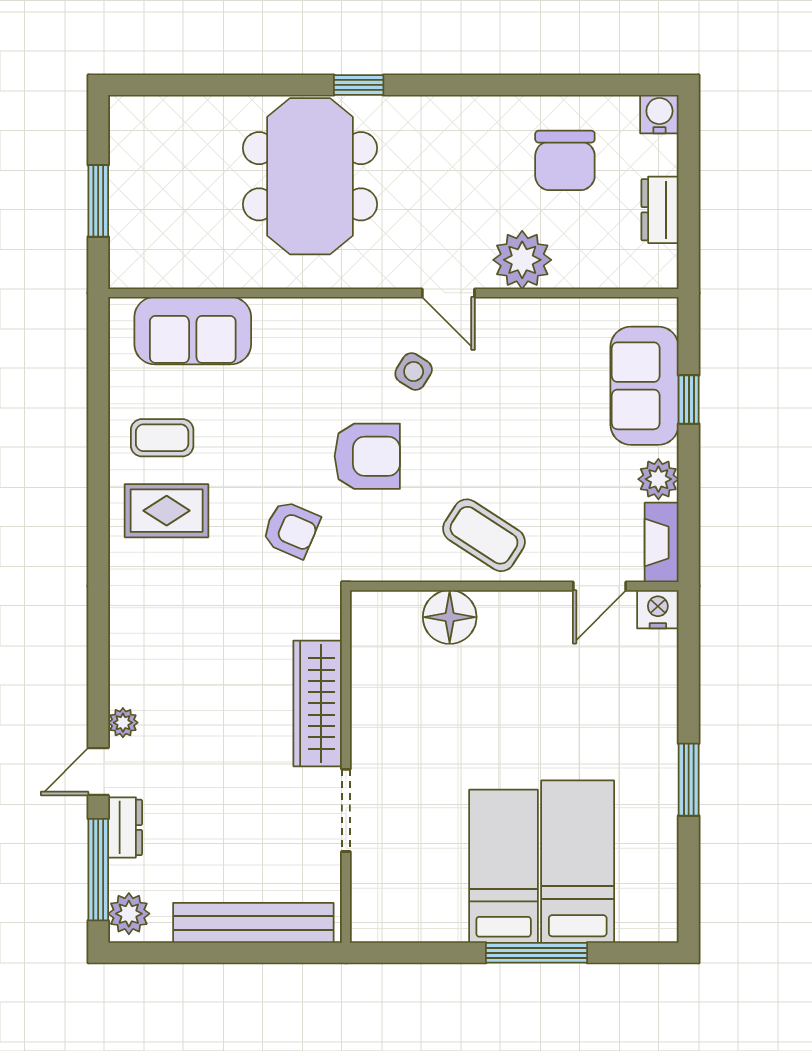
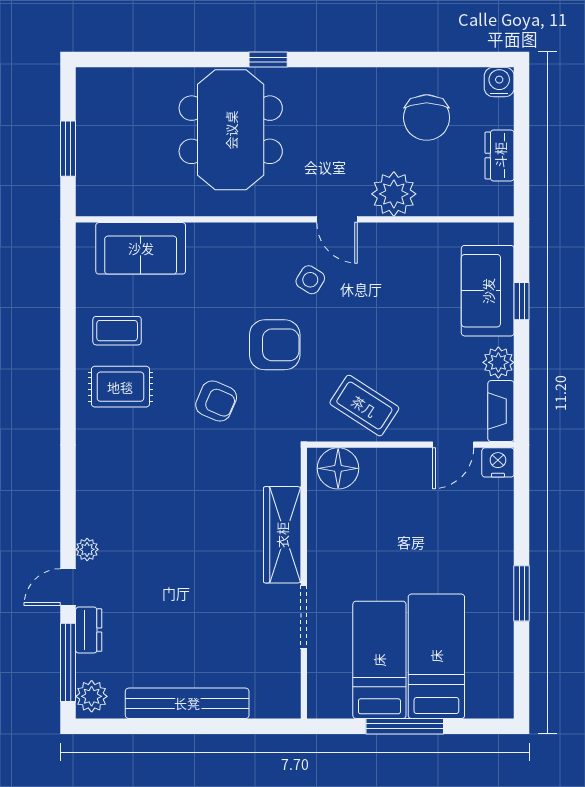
wardrobe: (318, 703) -> (282, 535), moved
wall: (346, 766) -> (304, 583), moved
doorway: (346, 810) -> (304, 617), moved

